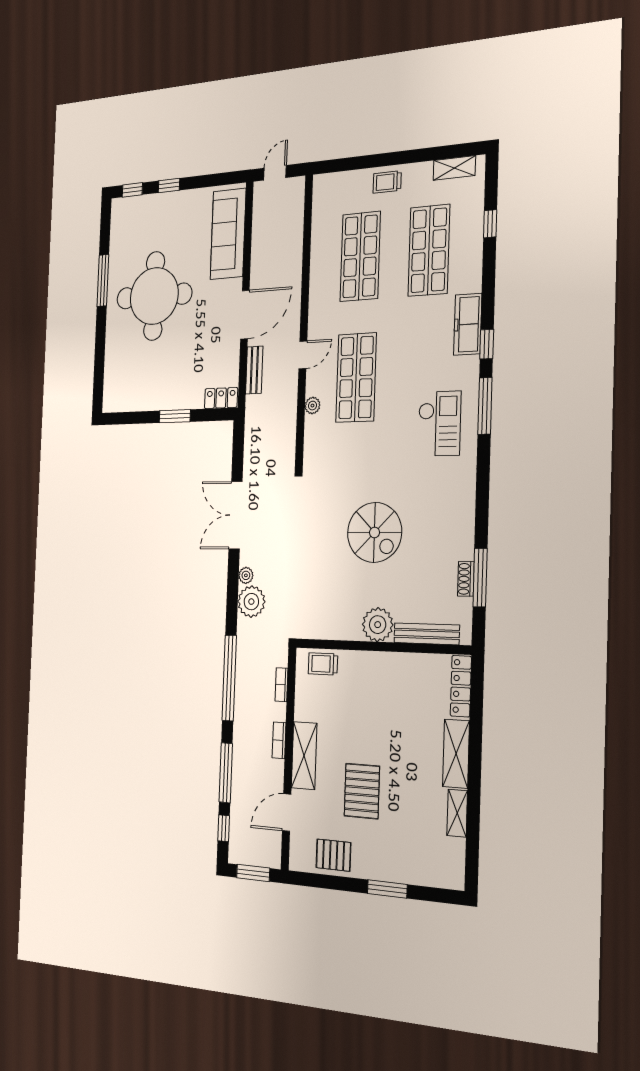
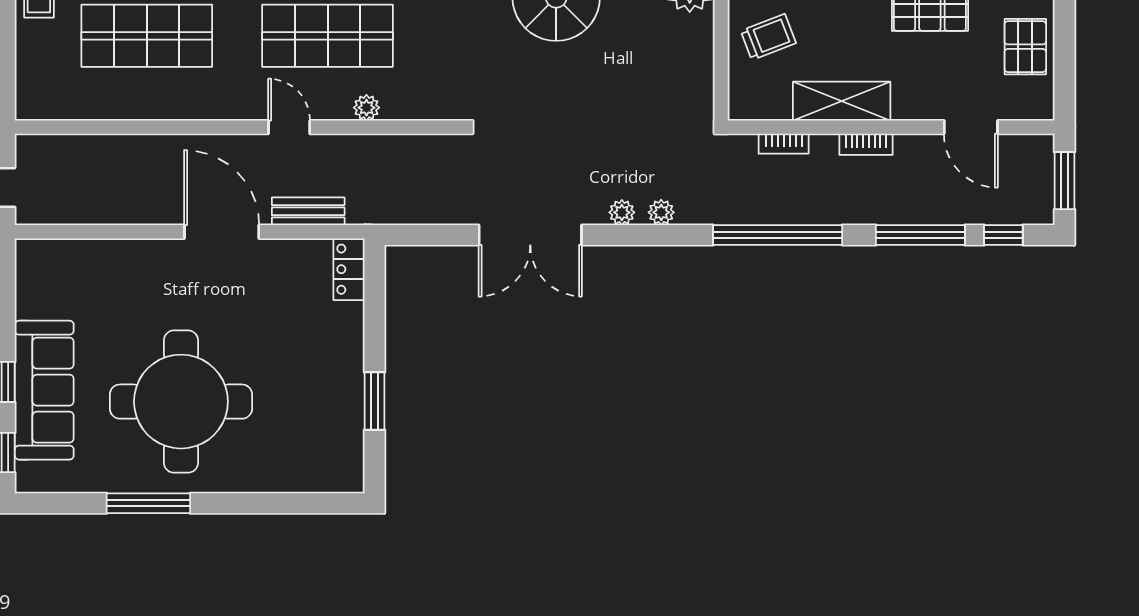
sofa: (228, 234) -> (44, 390), moved, turned -90
window: (175, 416) -> (374, 401), moved
plant: (251, 602) -> (661, 212), width x0.53, depth x0.53
trolley: (323, 664) -> (768, 37), moved, turned -111
shelving: (304, 756) -> (842, 101), moved

